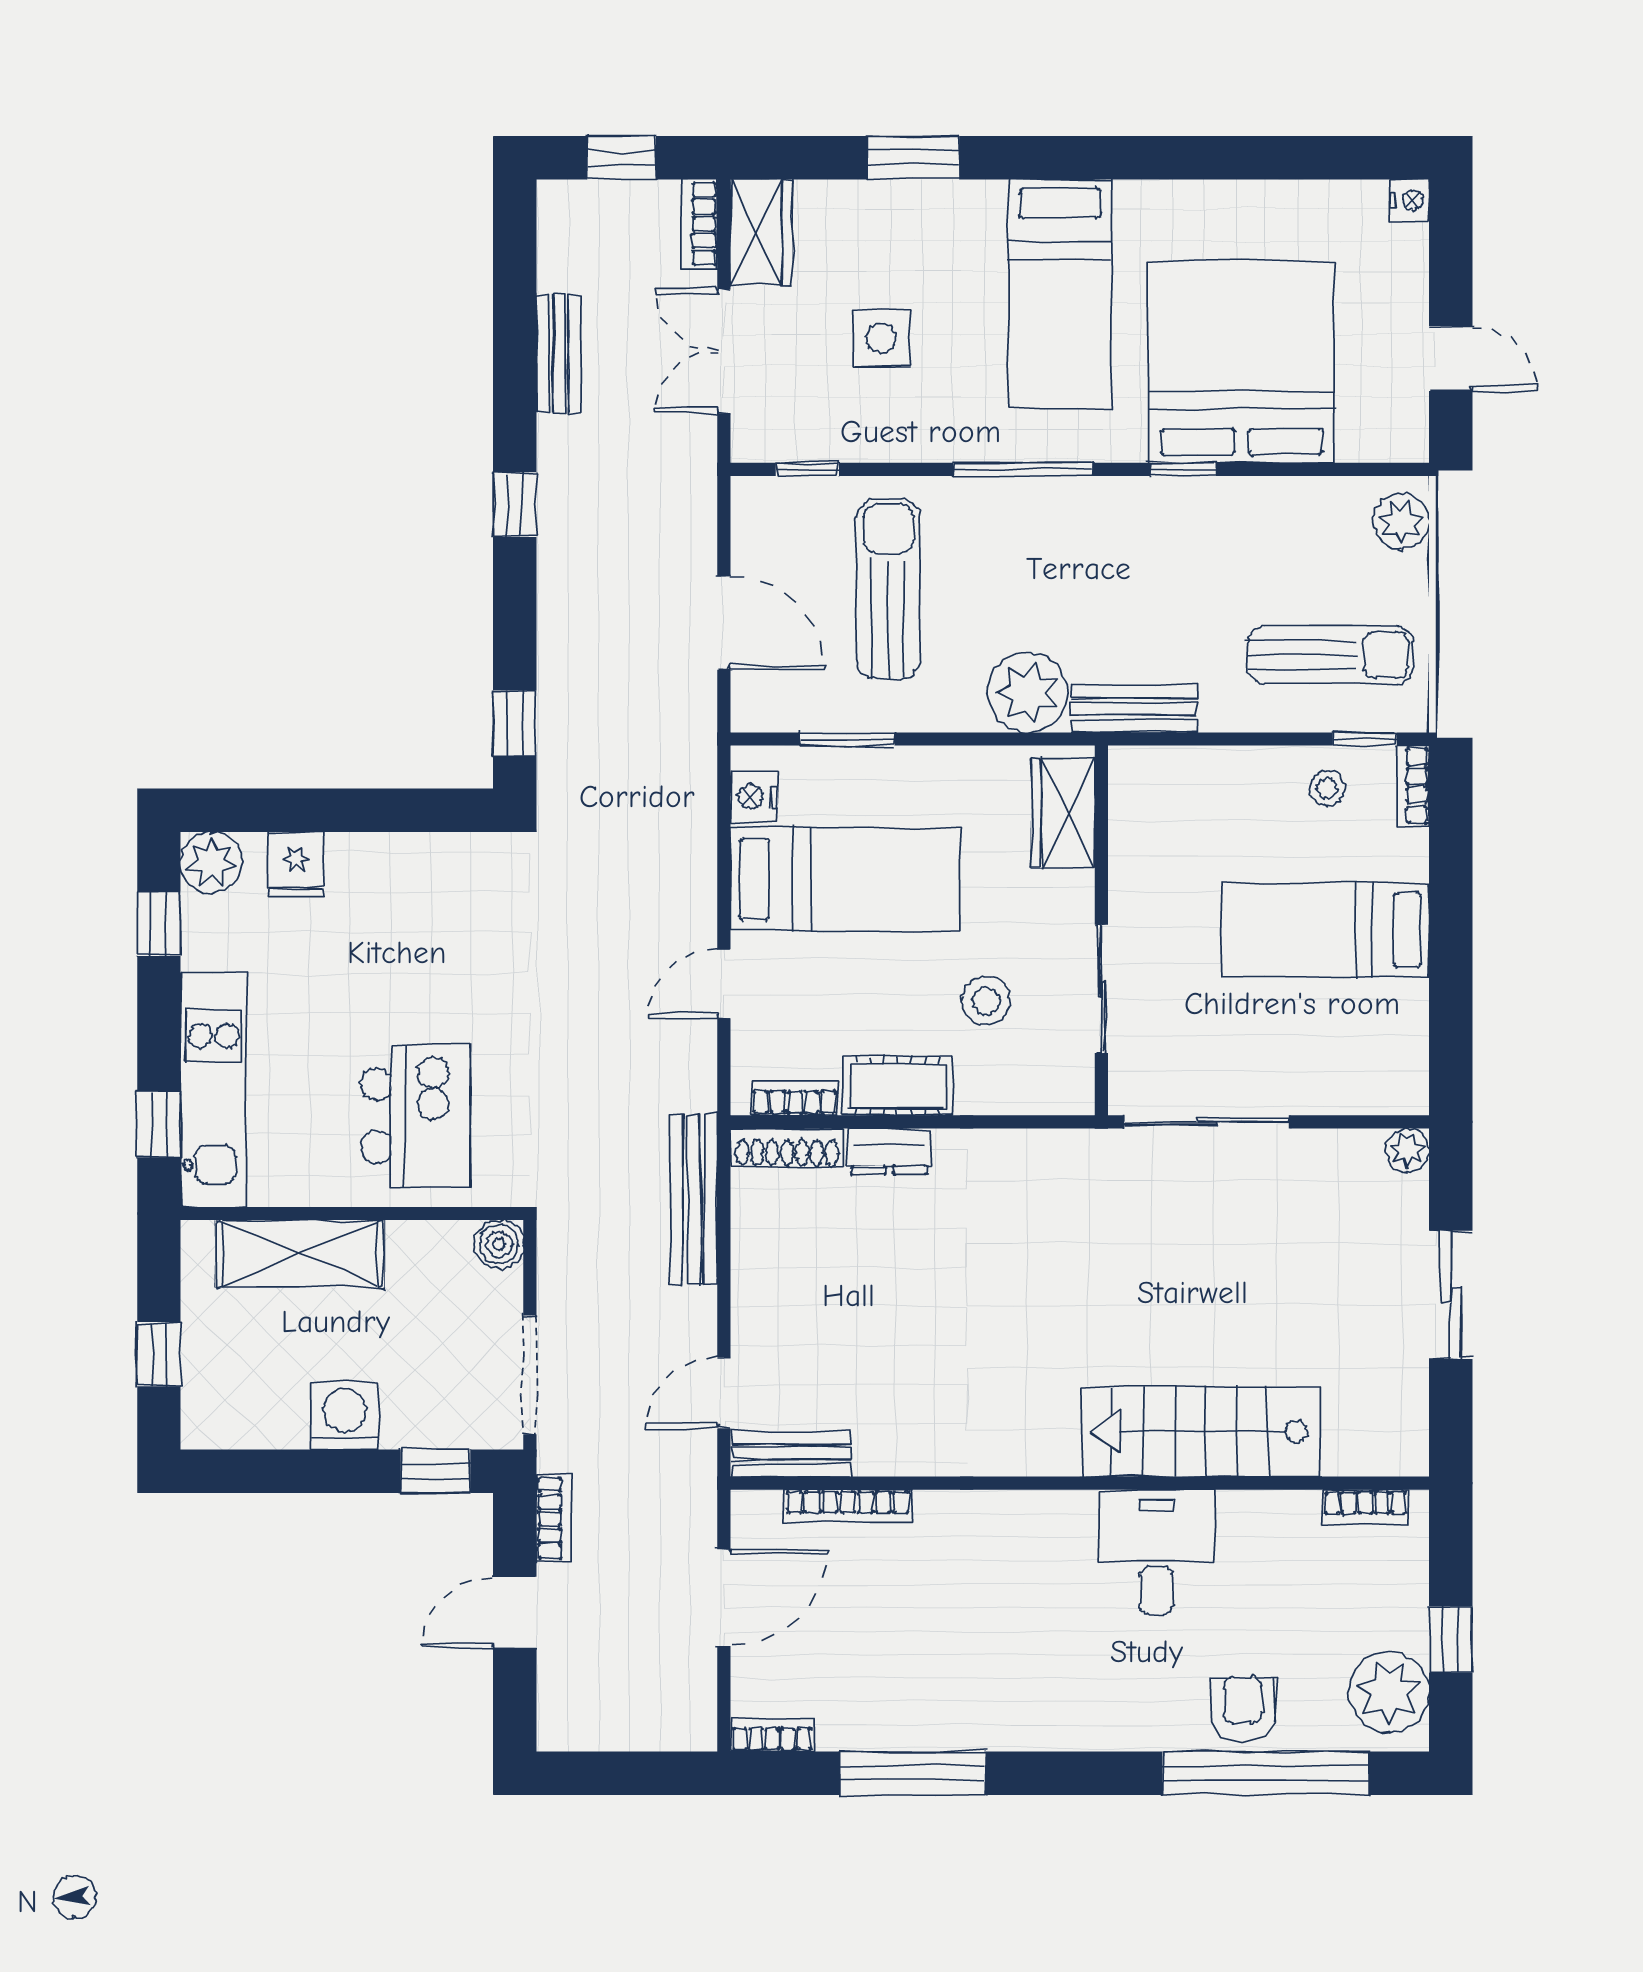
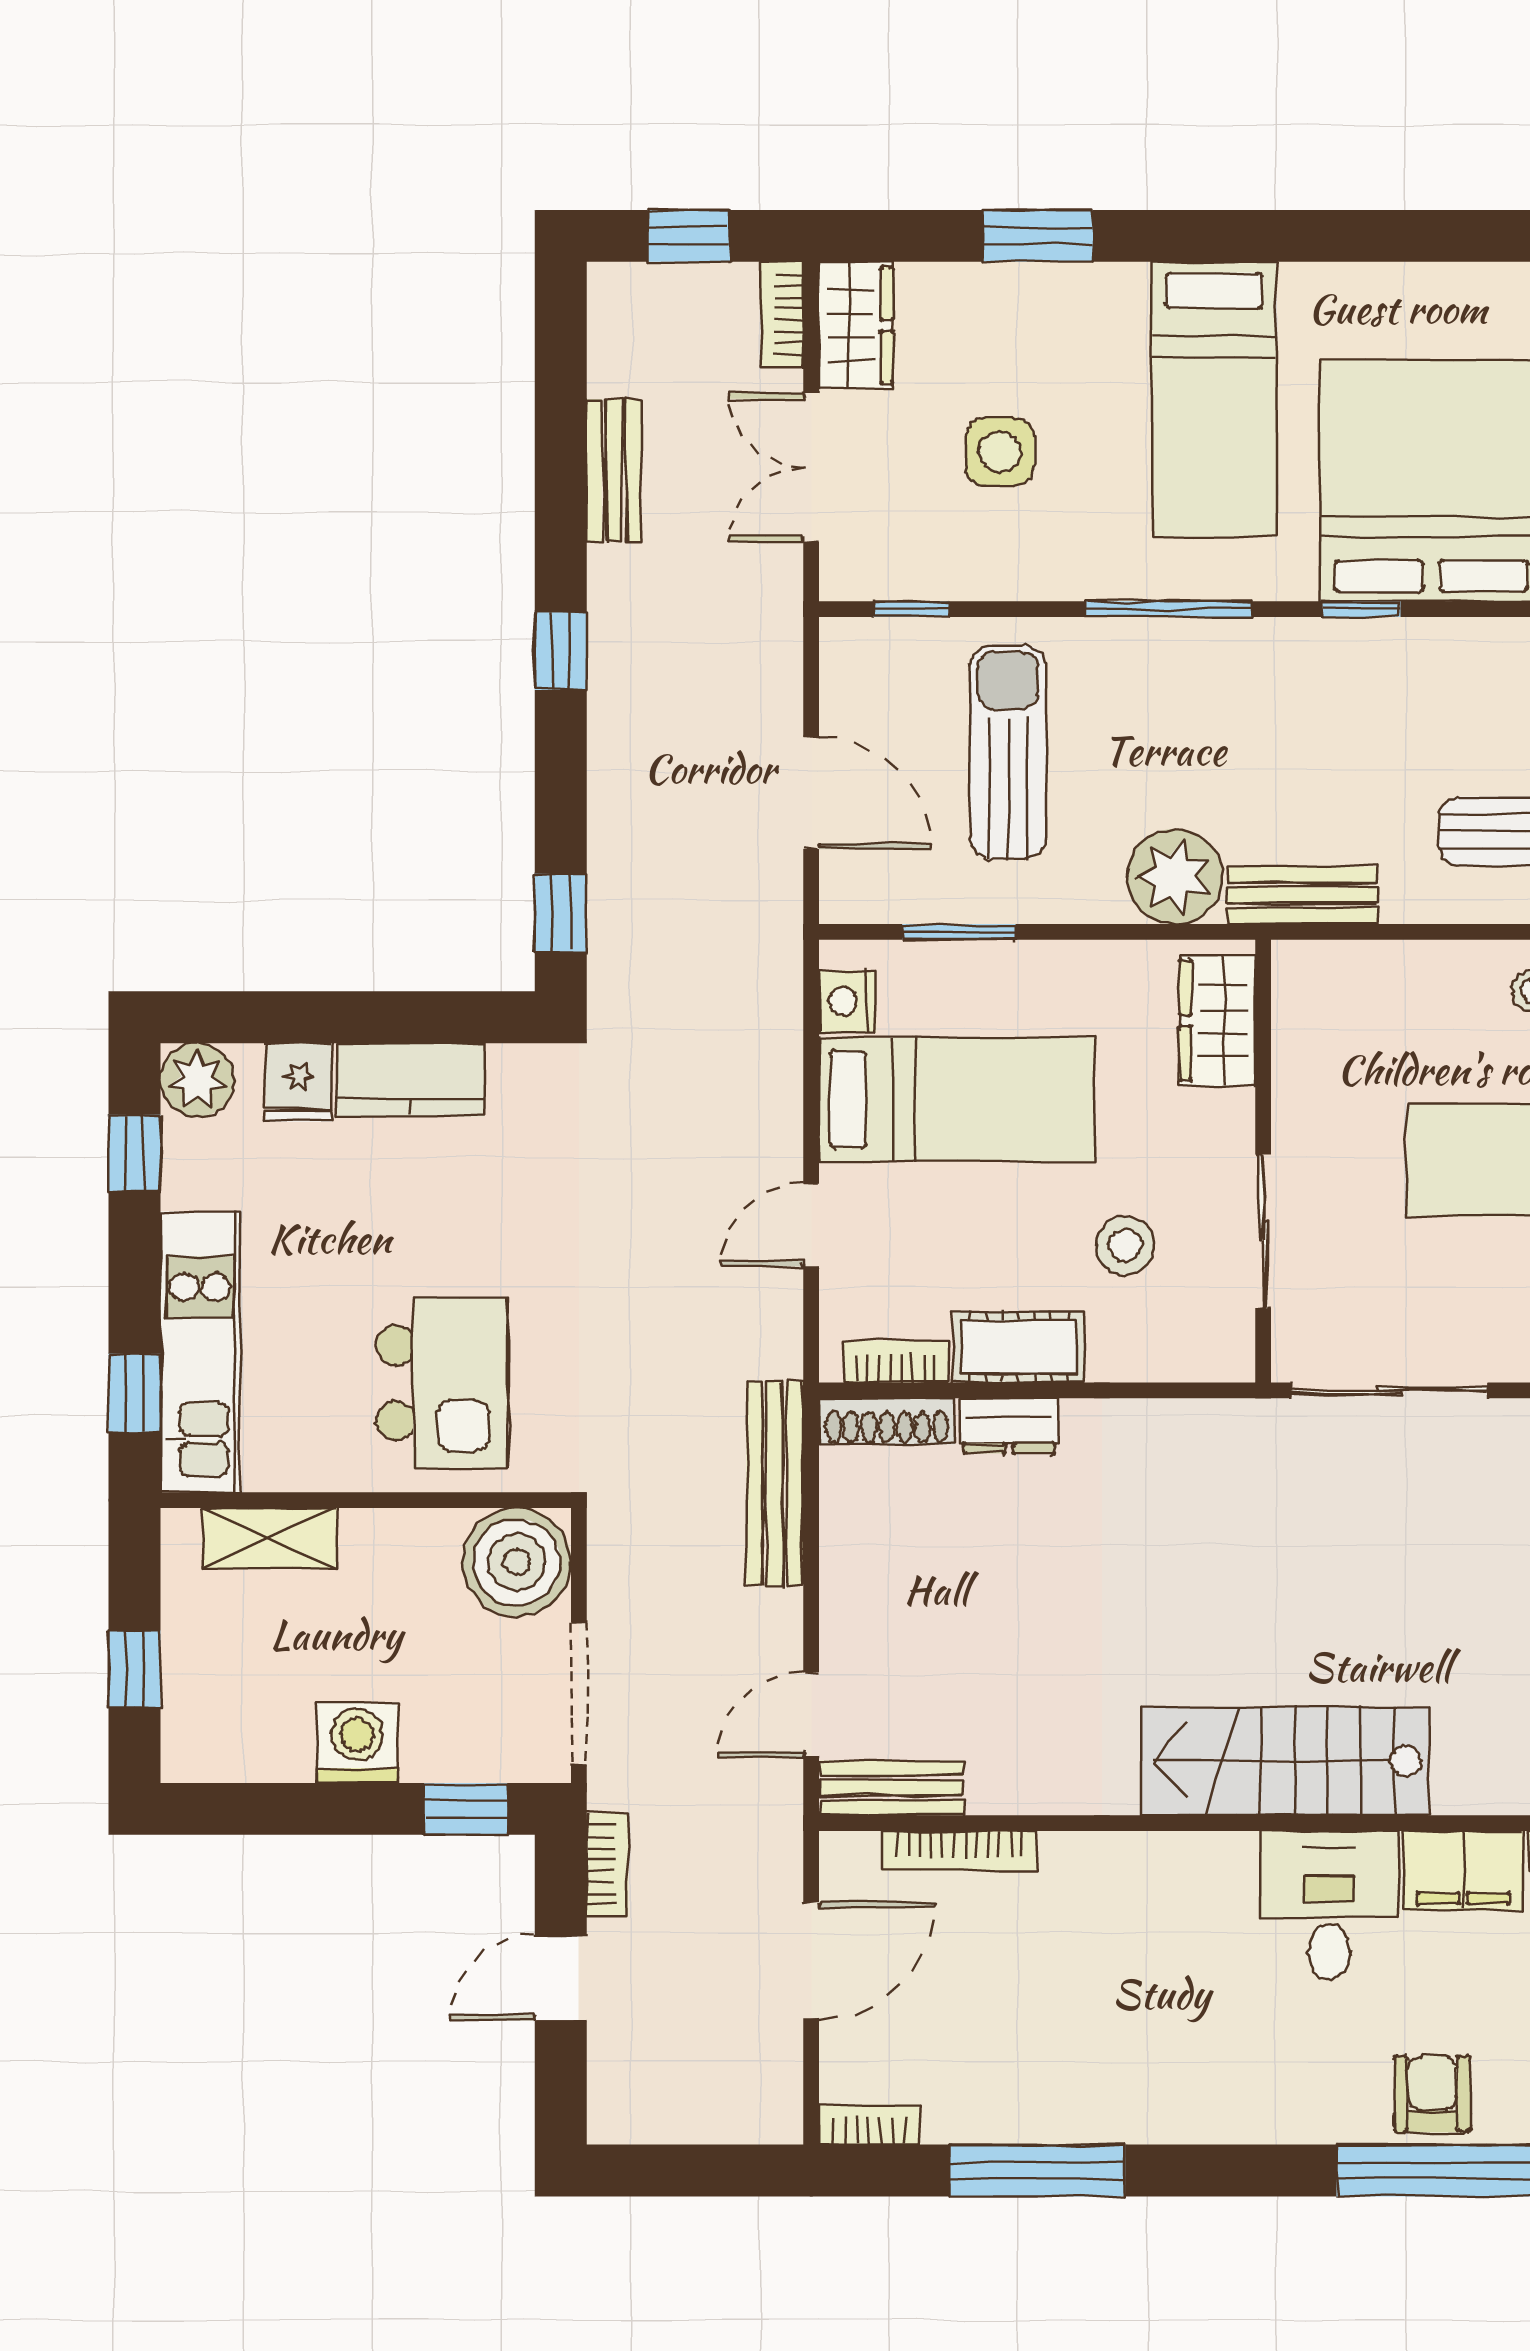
kitchen counter: (389, 863) -> (410, 1080), added
boiler: (499, 1244) -> (517, 1562), width x1.86, depth x1.86
shelving: (300, 1254) -> (270, 1538), width x0.67, depth x0.75
stairs: (1201, 1431) -> (1285, 1761), moved
filing cabinet: (1268, 1523) -> (1463, 1871), added

